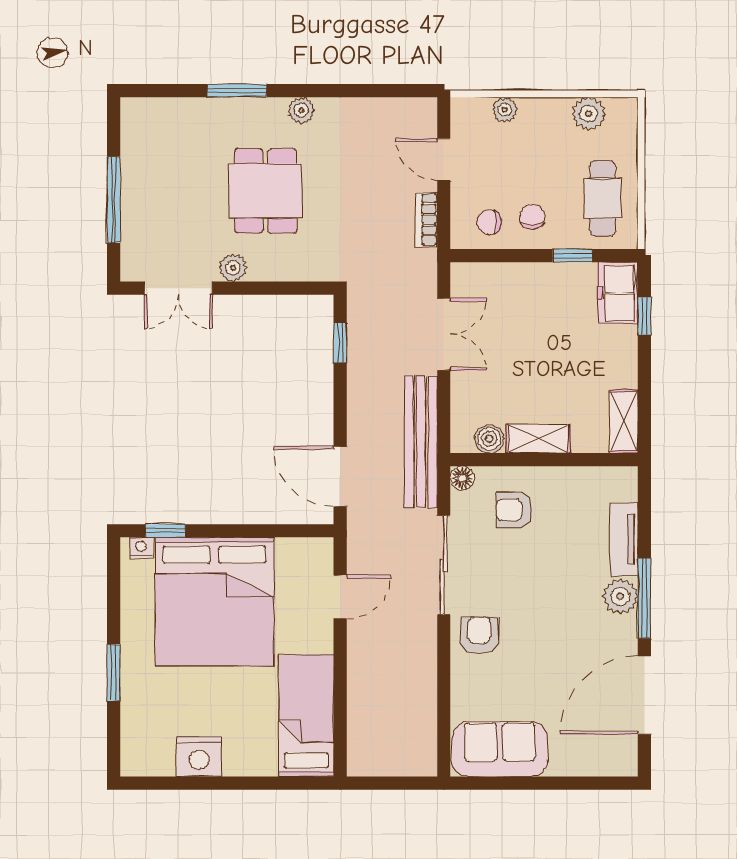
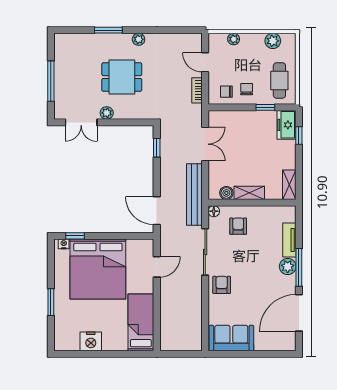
dining table: (266, 191) -> (122, 77), turned 90
armchair: (514, 510) -> (238, 226), turned 90

